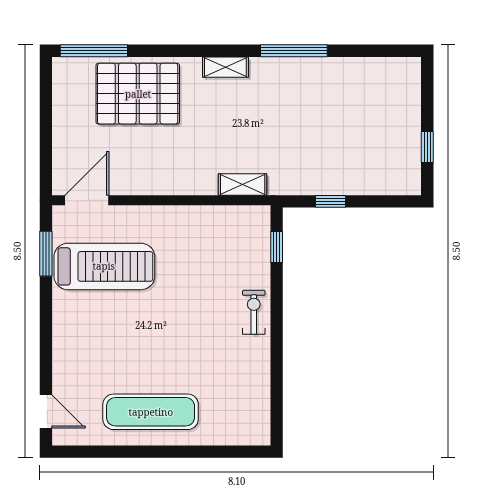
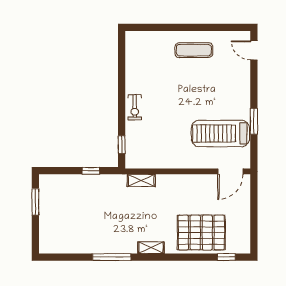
window: (94, 51) -> (226, 257), width x0.46
window: (427, 147) -> (35, 202), width x1.50
window: (46, 254) -> (254, 121), moved
exercise mat: (151, 412) -> (194, 50), width x0.73, depth x0.69

